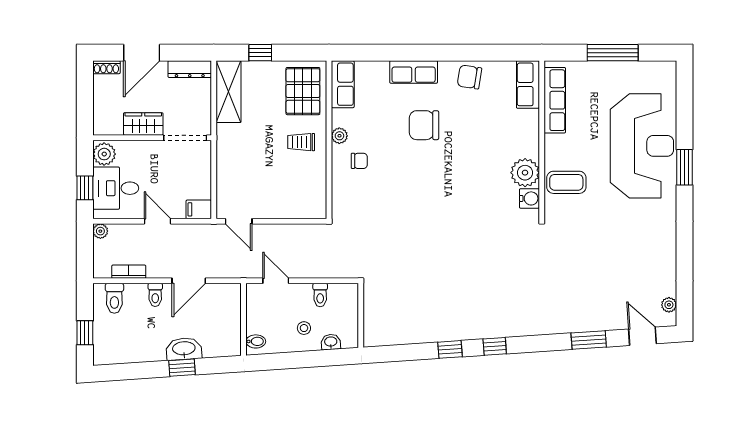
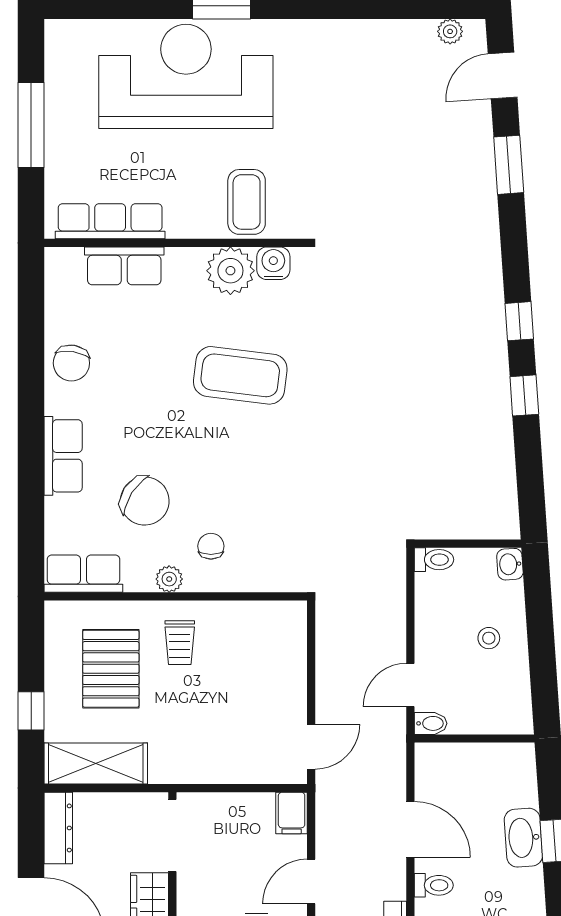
row of seats: (528, 84) -> (124, 266), moved
pallet: (303, 91) -> (111, 669), moved, turned 90
chair: (424, 125) -> (145, 501), moved, turned -57
coffee table: (462, 179) -> (240, 375), added
toilet: (320, 295) -> (434, 560), moved
bidet: (256, 341) -> (431, 723), moved, turned 90
washbasin: (331, 342) -> (510, 564), moved

